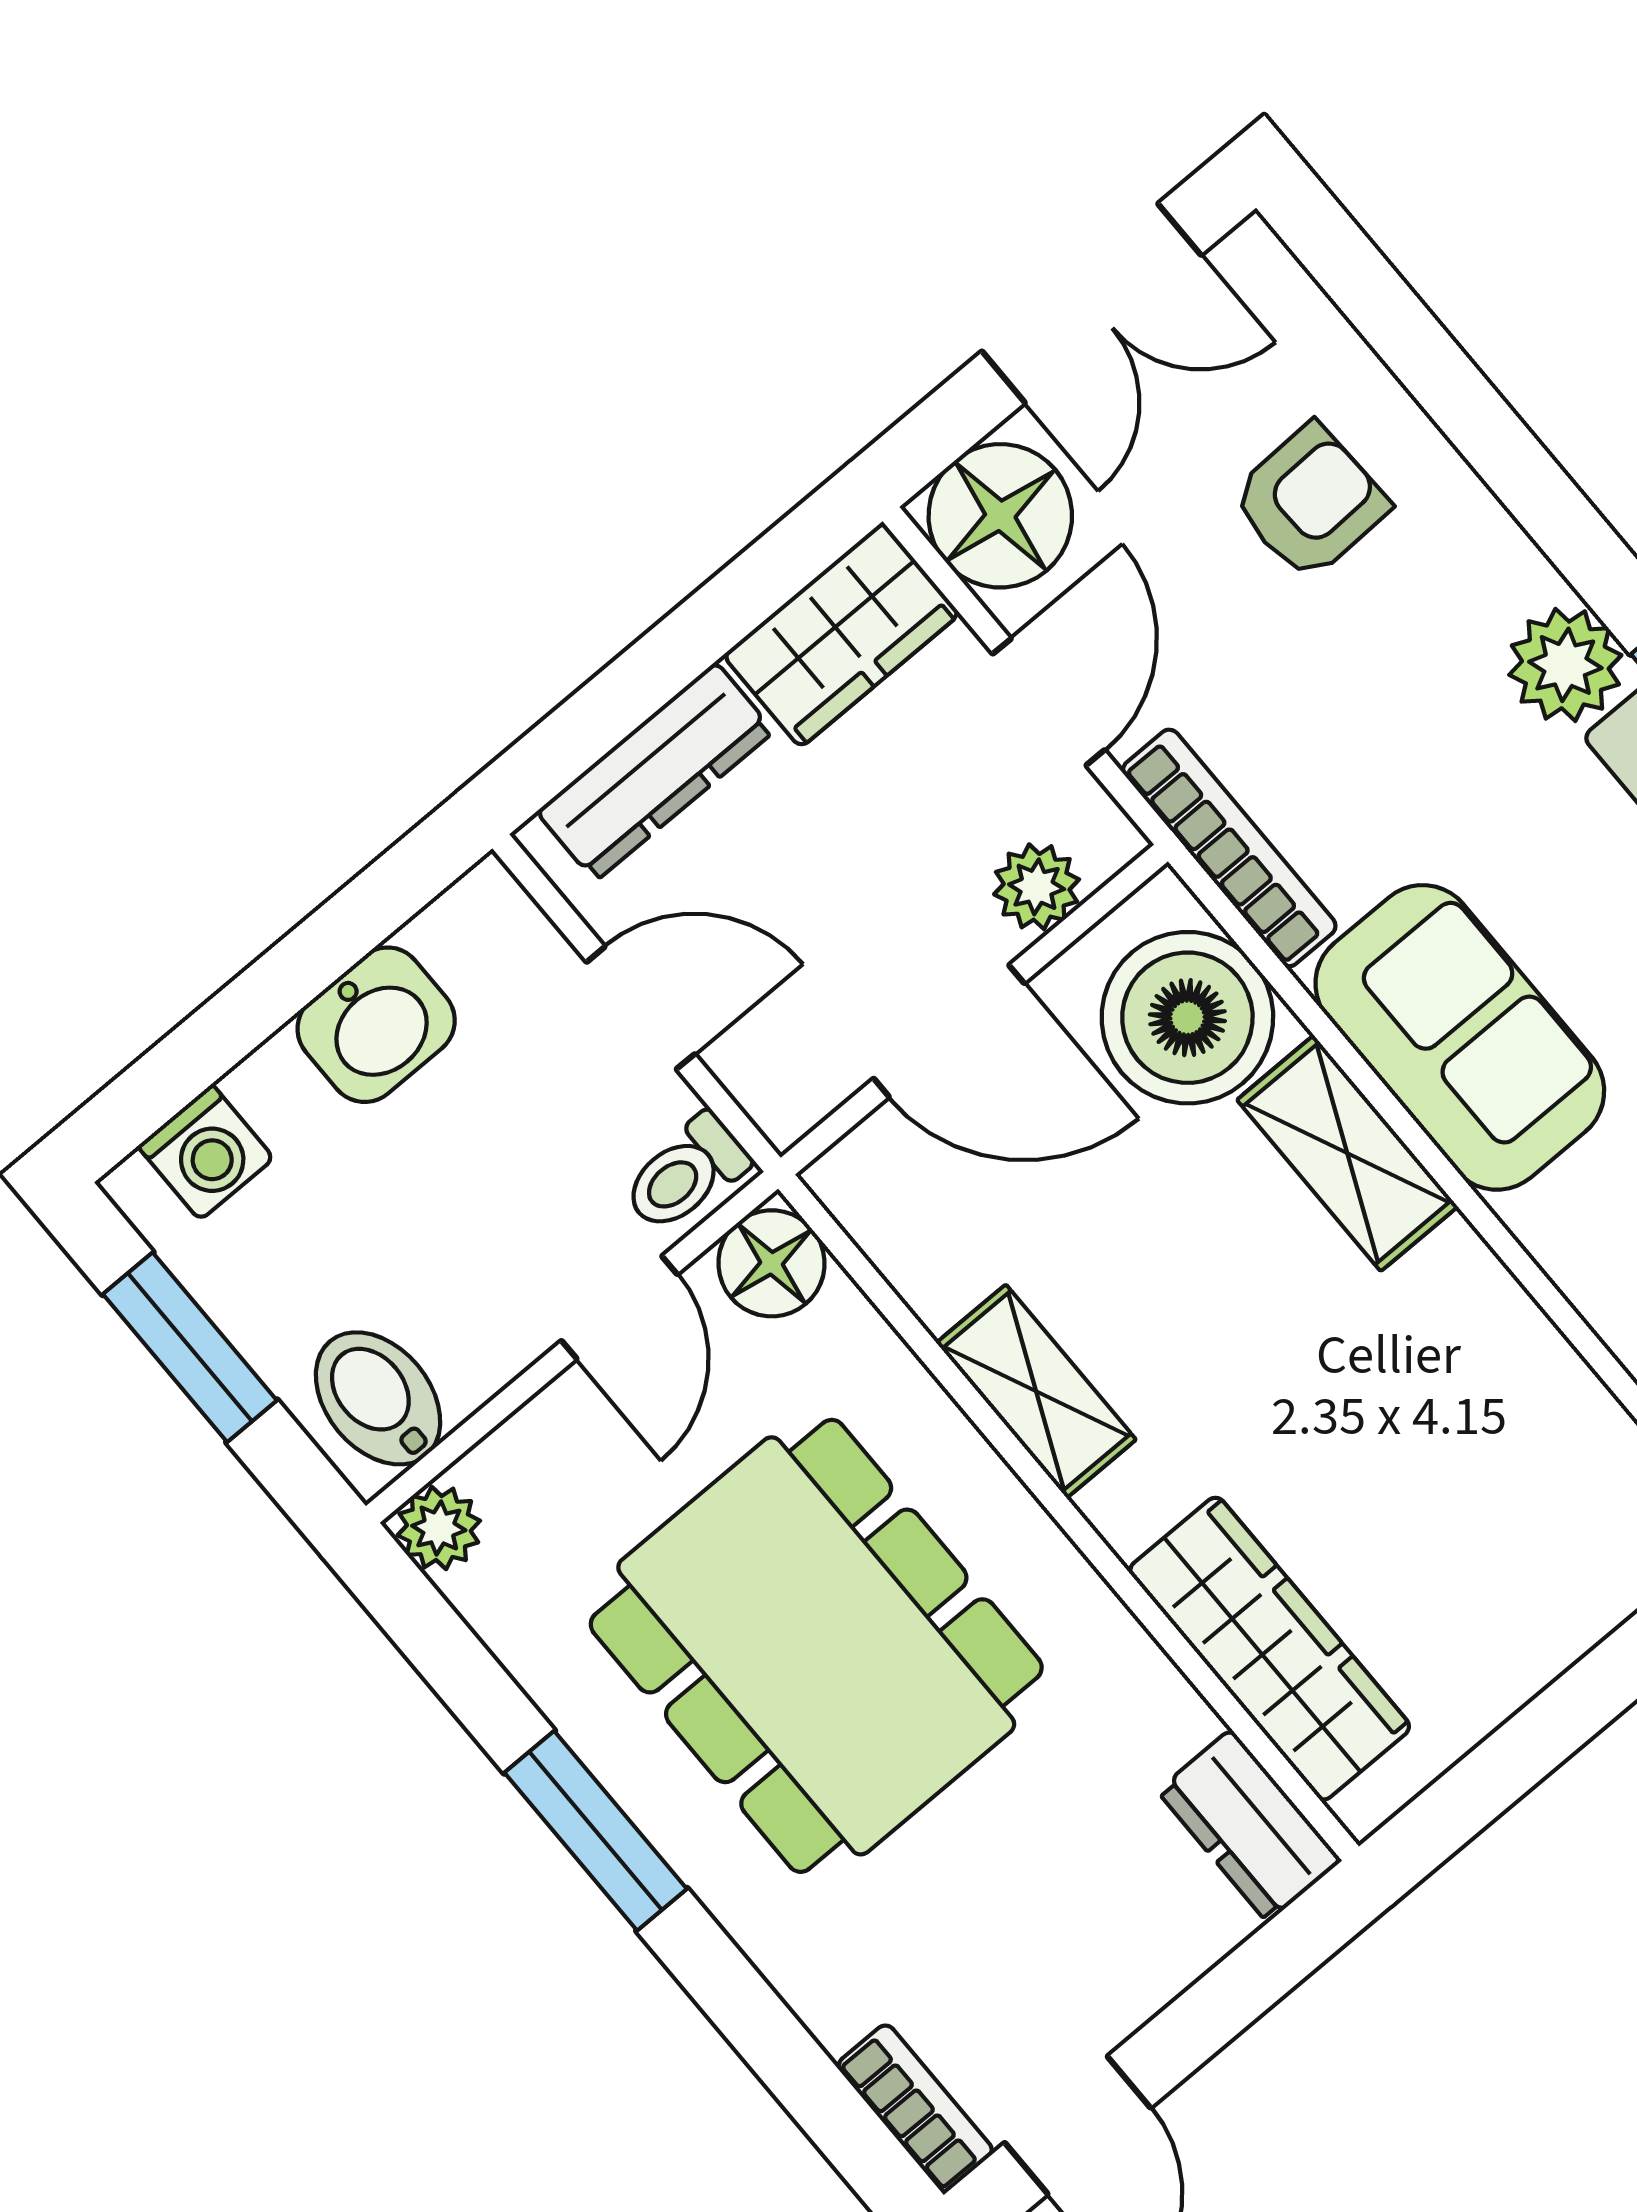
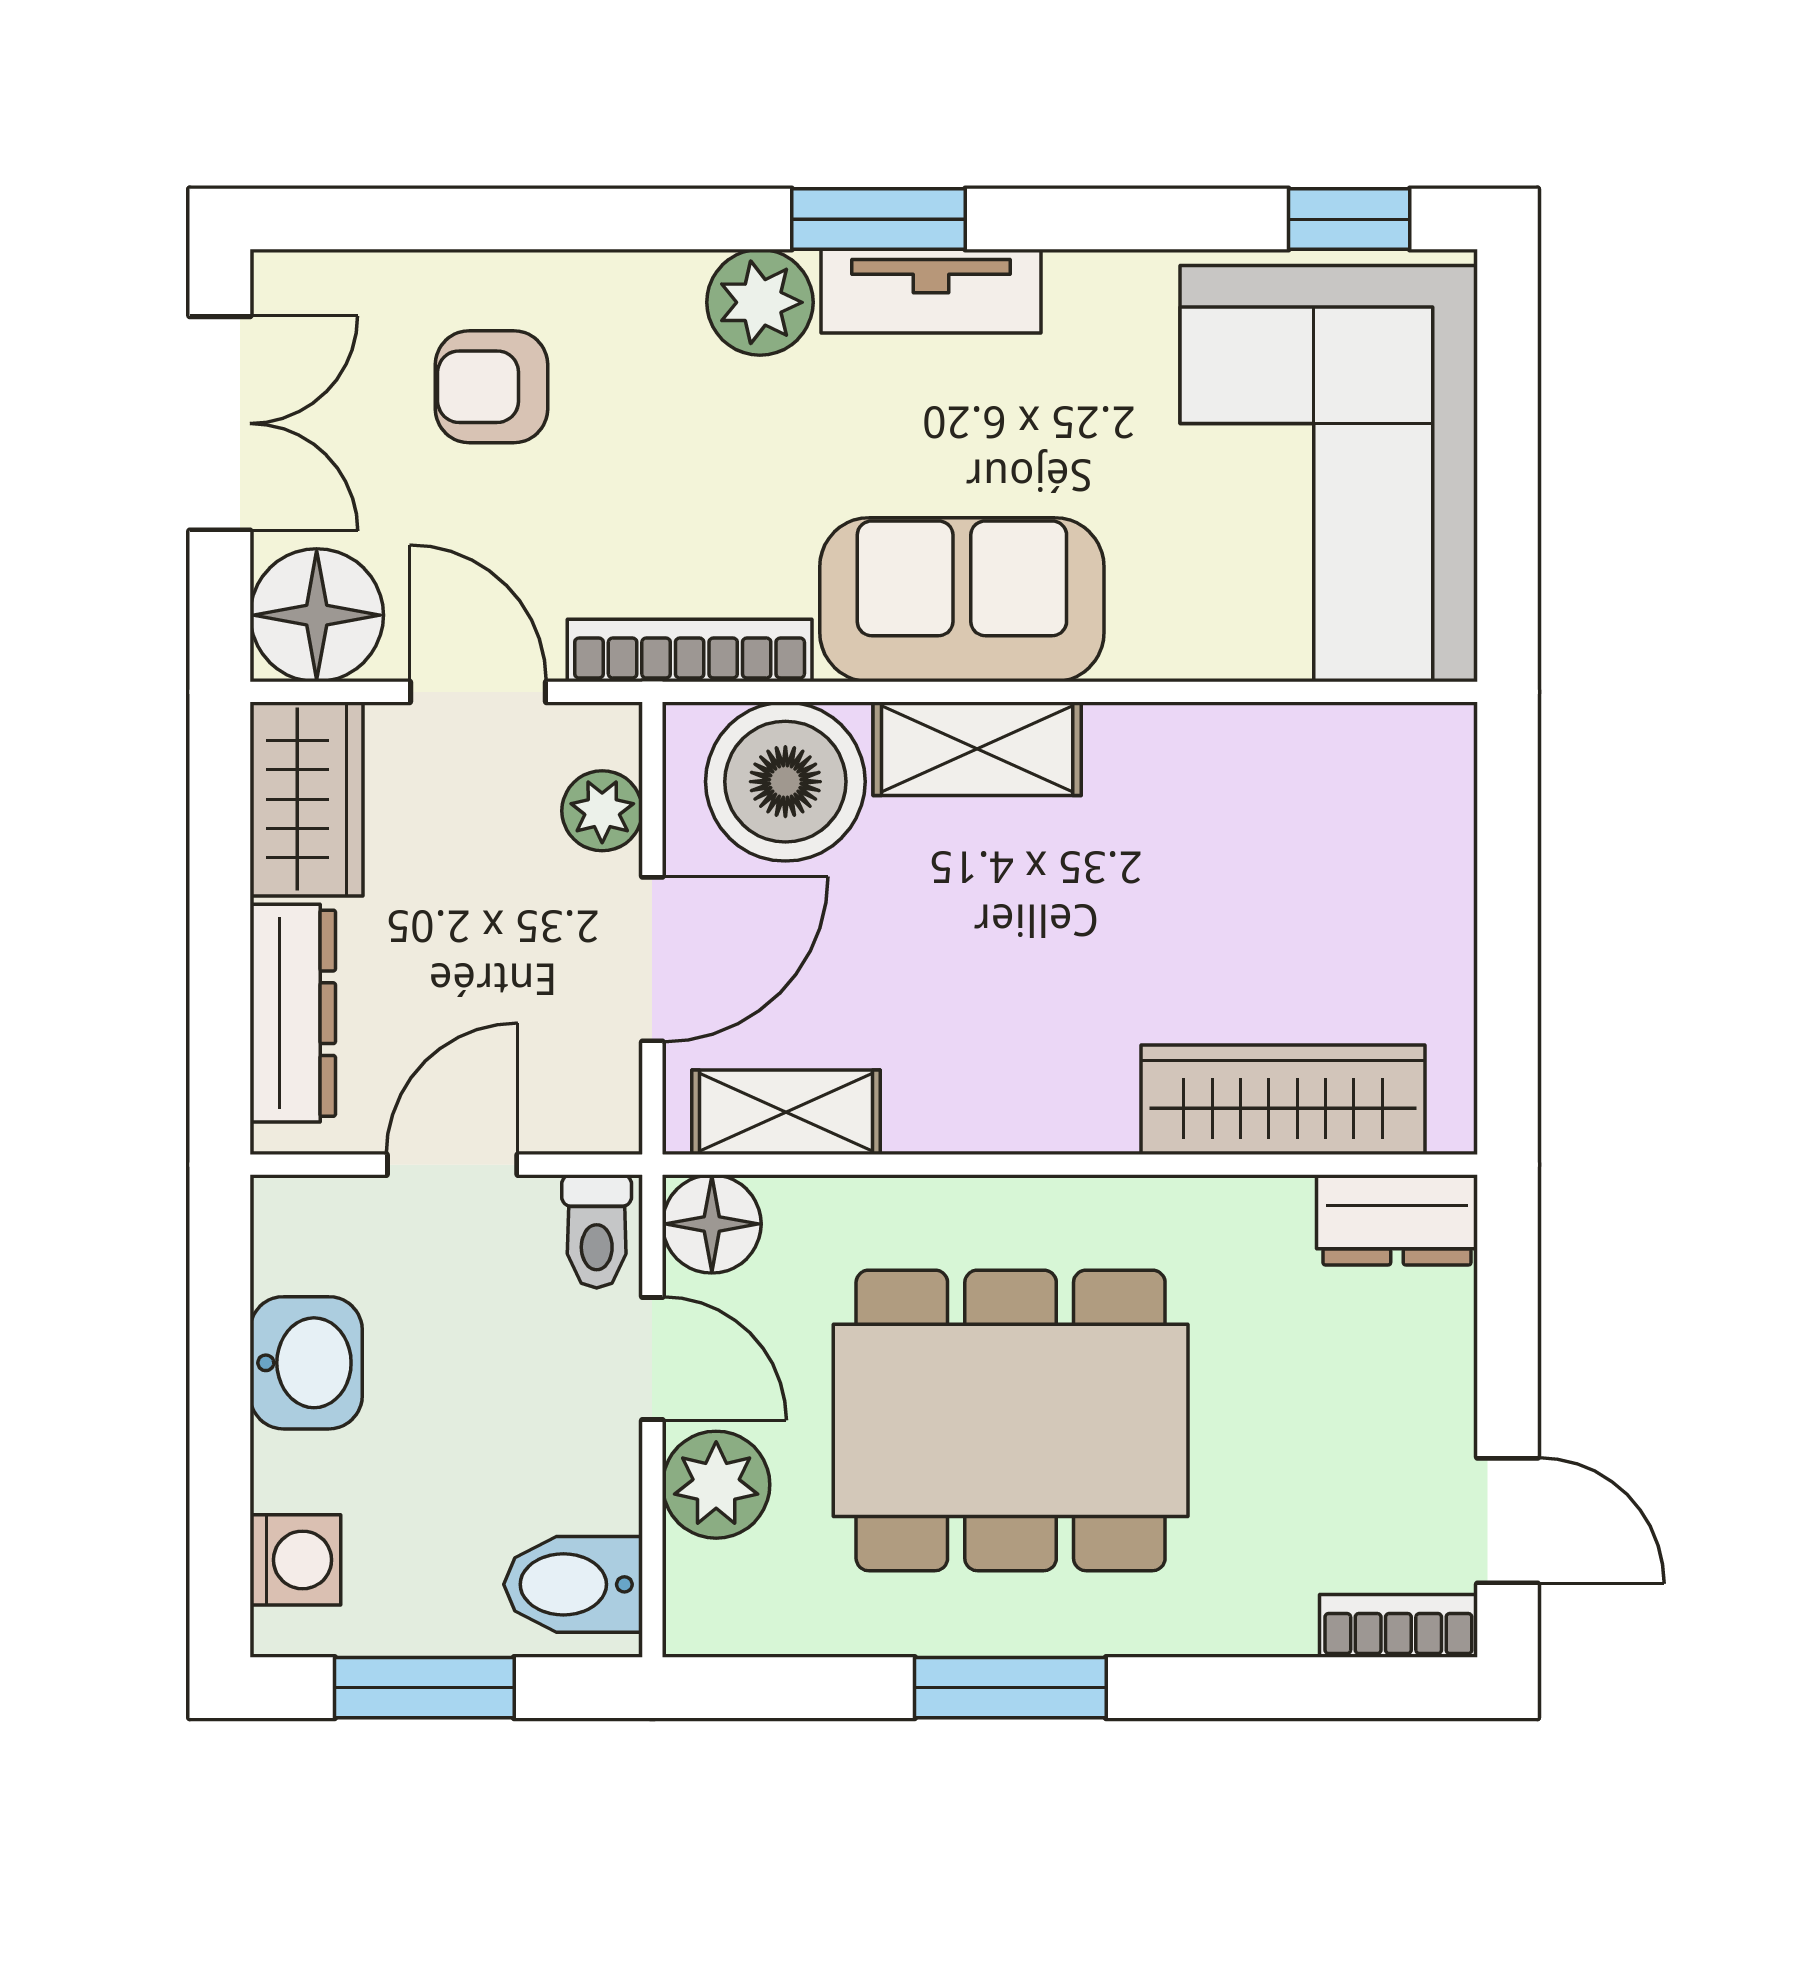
armchair: (1310, 502) -> (492, 387), turned -88
shelving: (1036, 1391) -> (786, 1112), moved
plant: (439, 1528) -> (716, 1485), moved, width x1.38, depth x1.38

